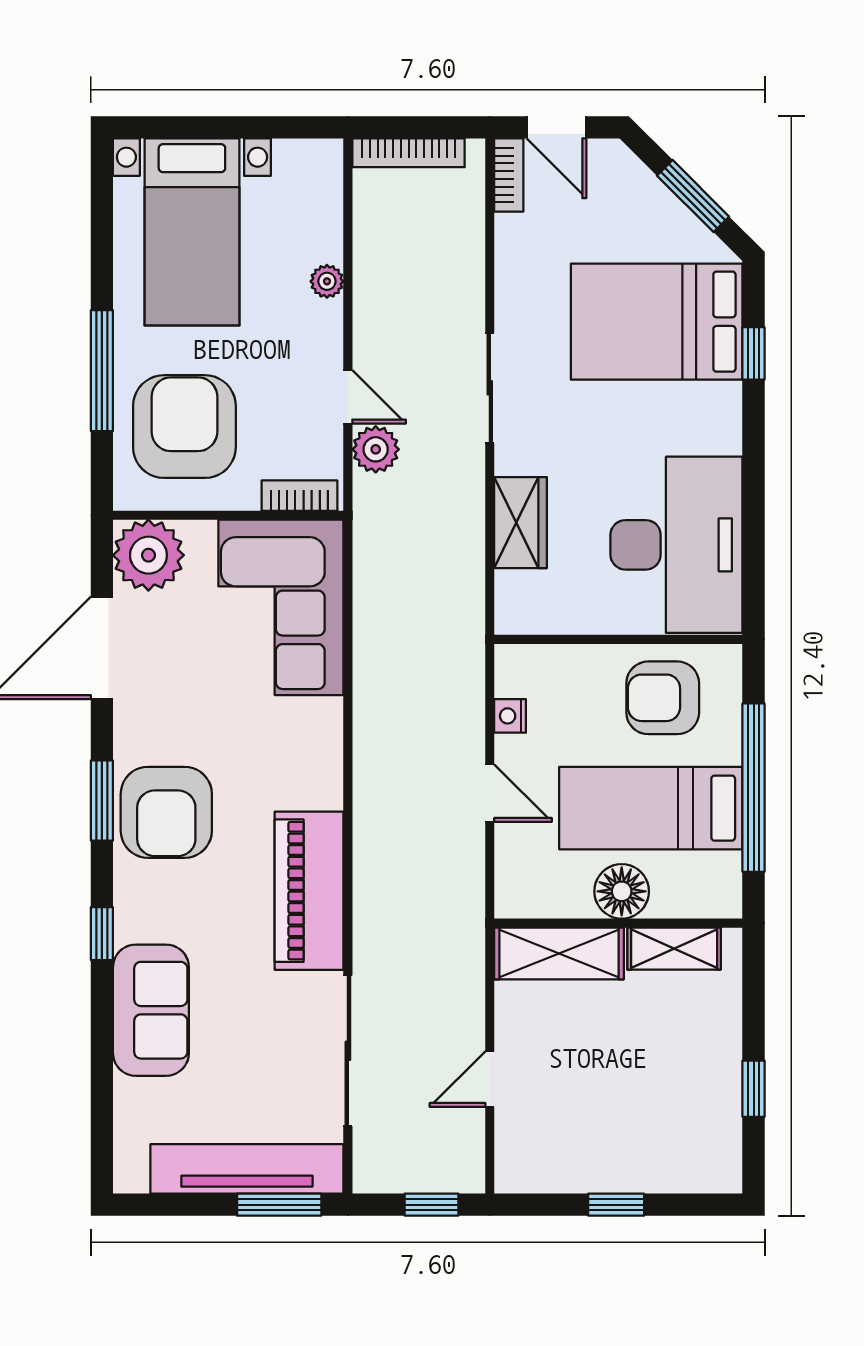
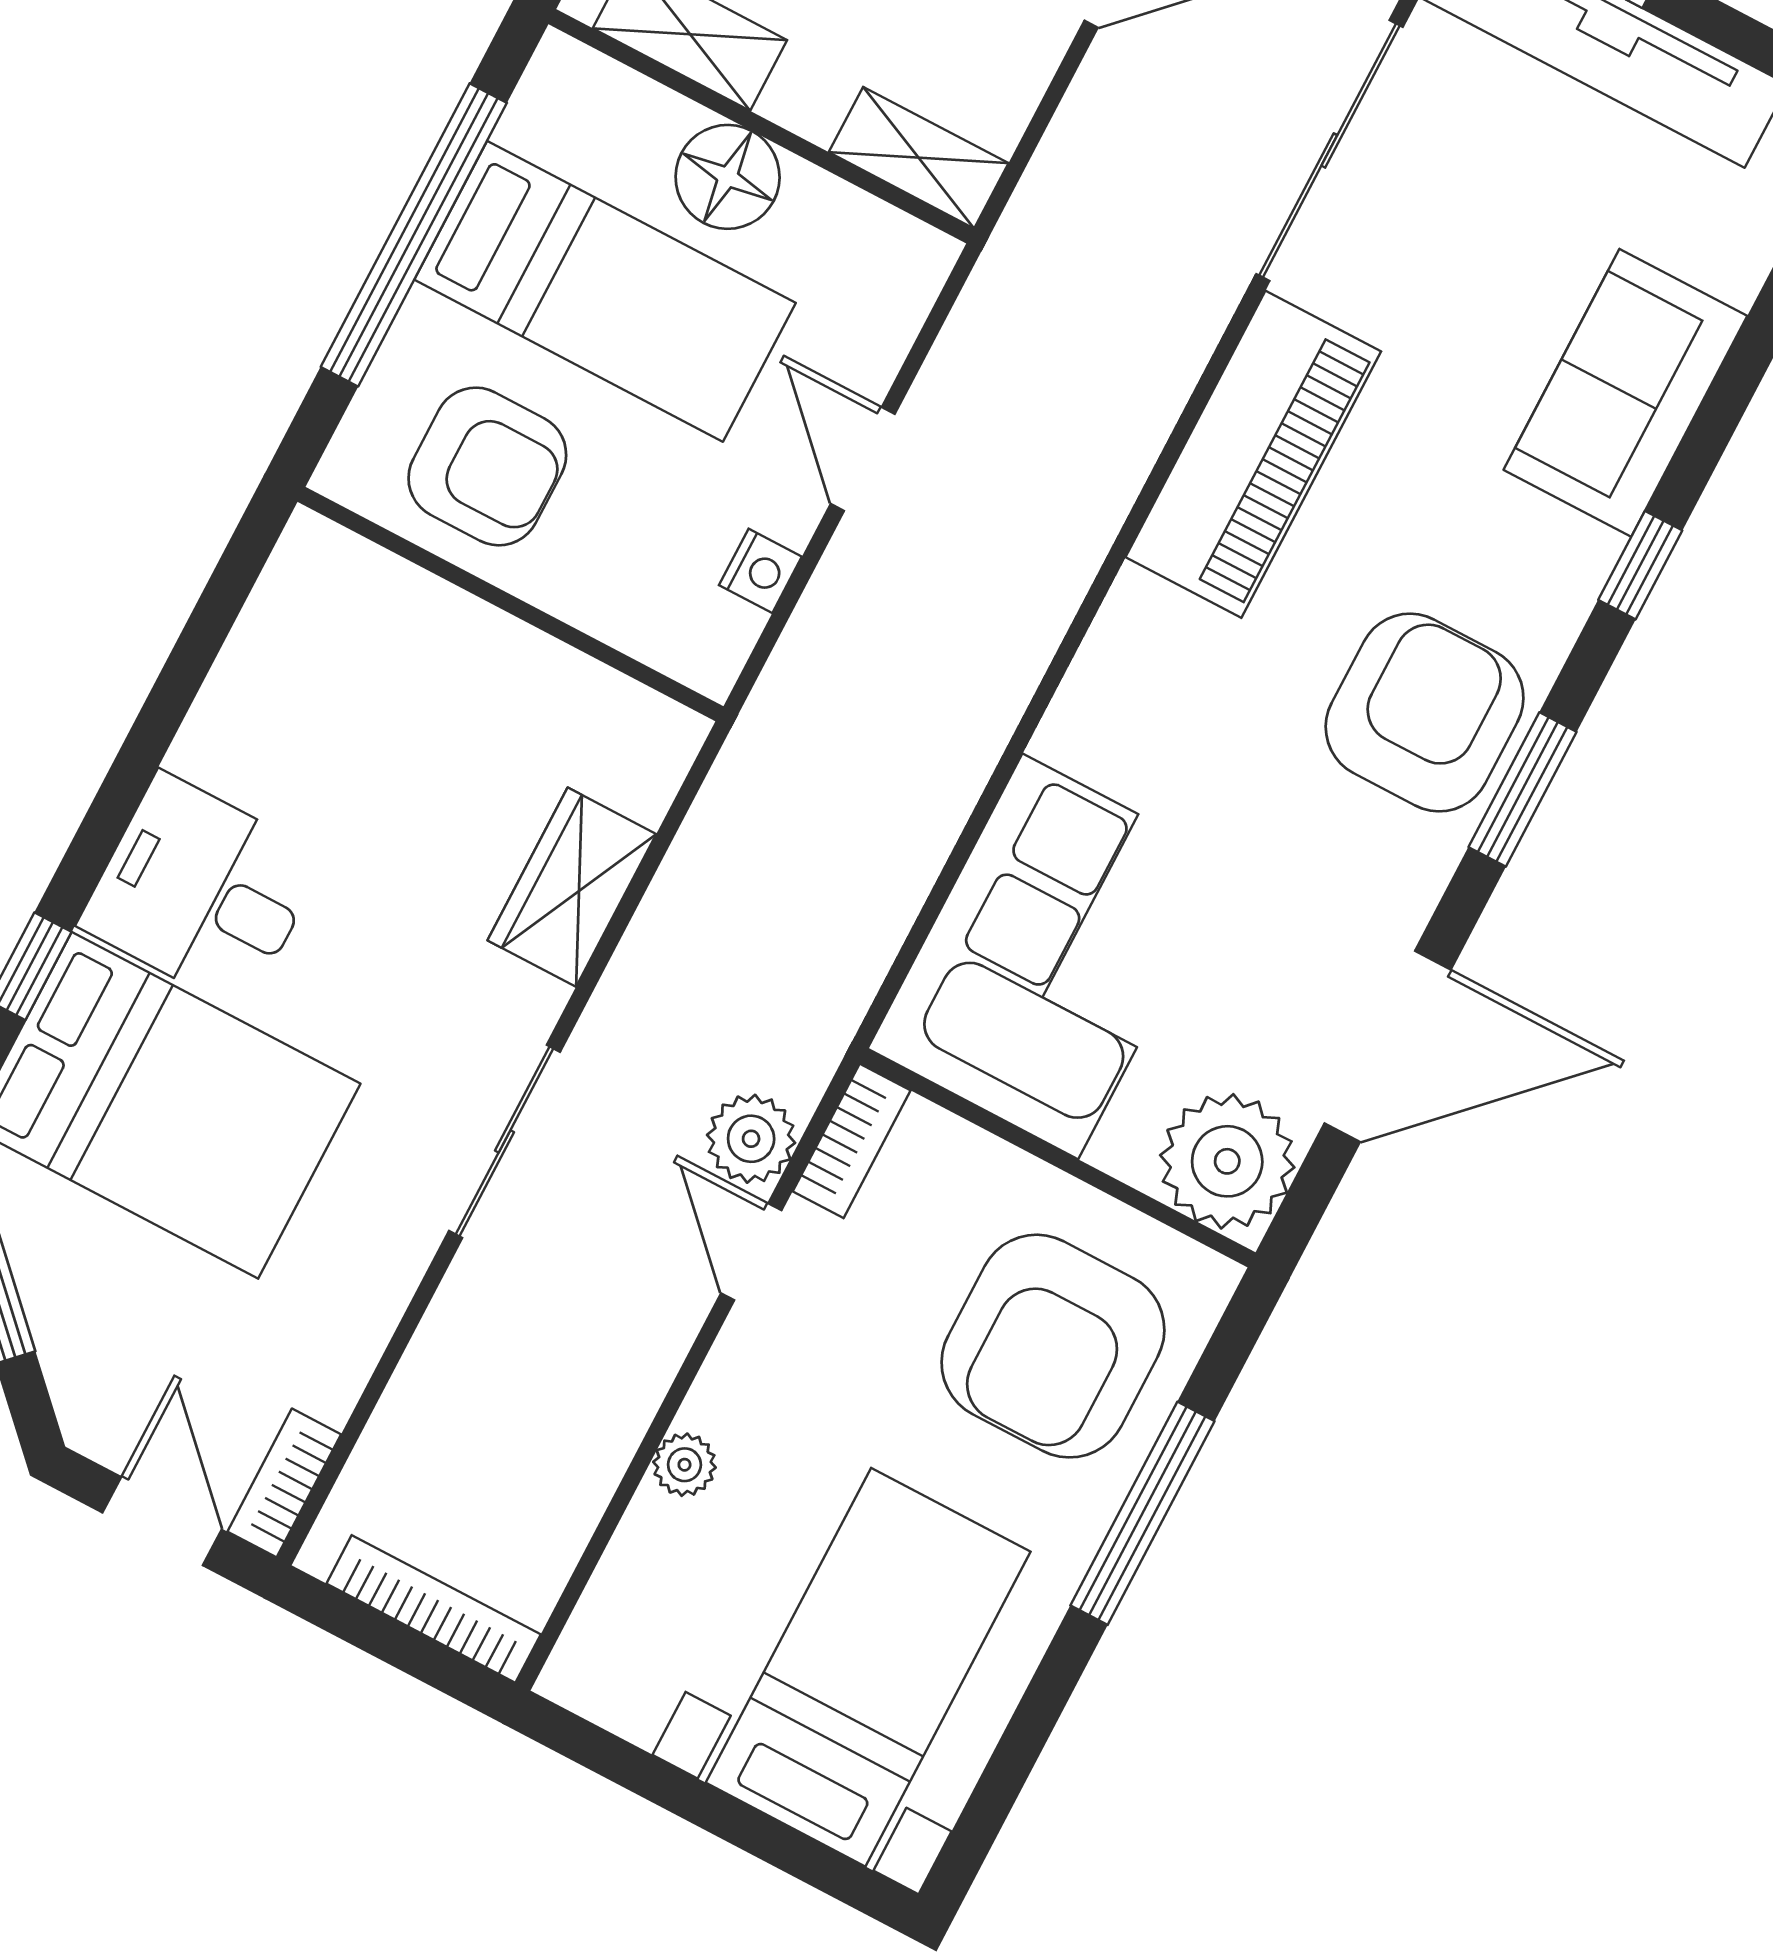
bookcase: (300, 496) -> (852, 1141), moved, turned -90
desk: (676, 545) -> (202, 892), moved, width x0.53, depth x0.77
shelving: (559, 953) -> (919, 158), width x0.67, depth x0.75

